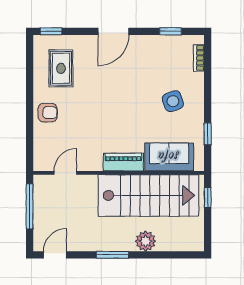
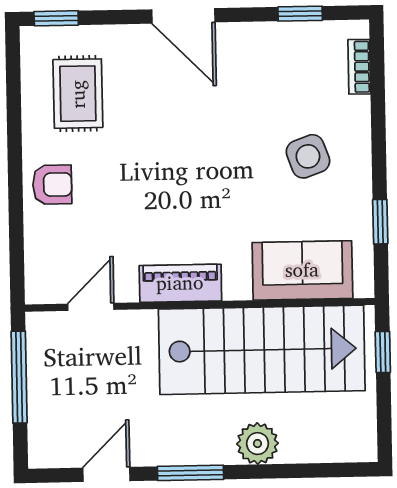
door: (113, 31) -> (183, 16), hinge flipped
piano: (123, 162) -> (180, 283), moved
door: (55, 255) -> (106, 474), moved

